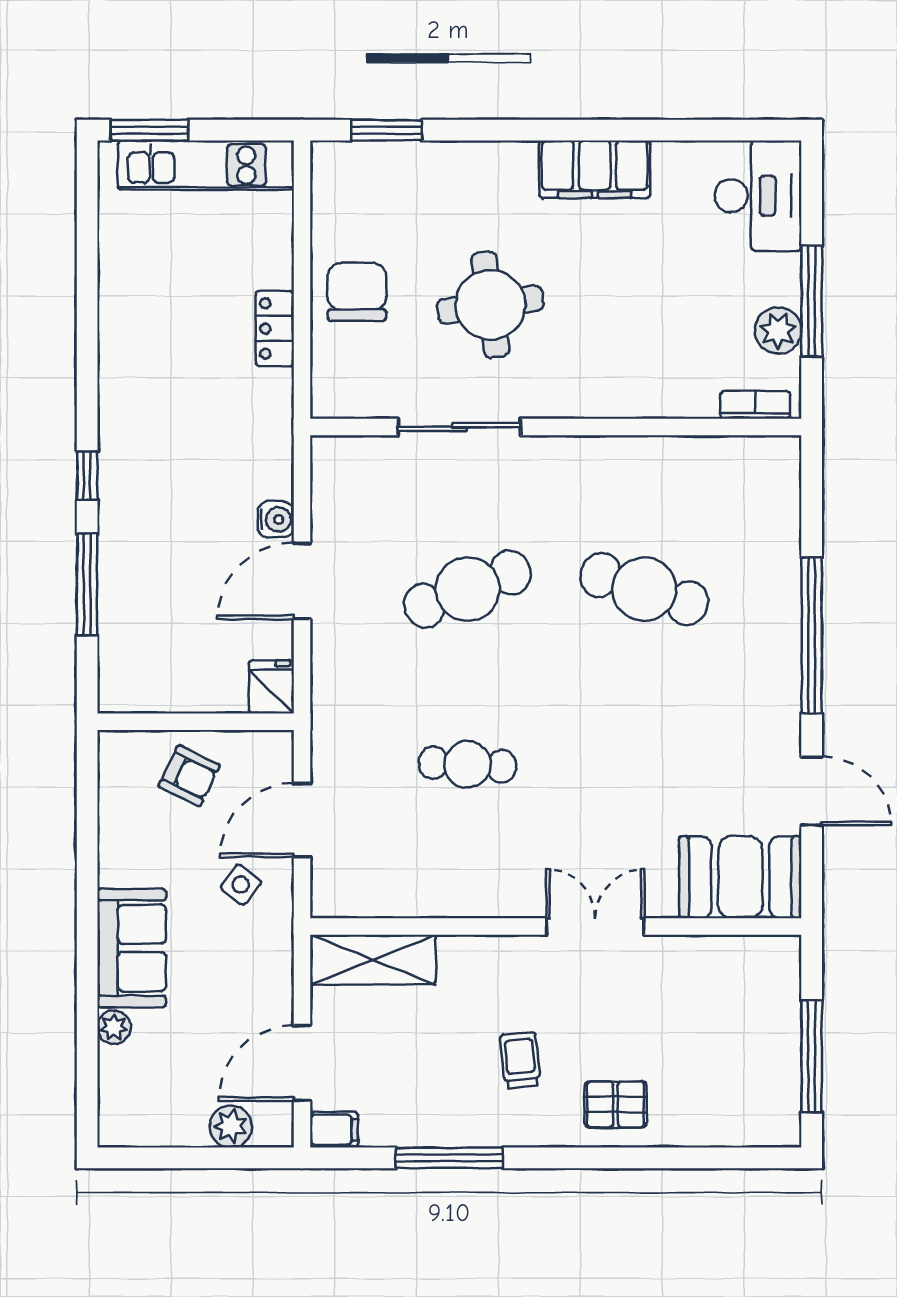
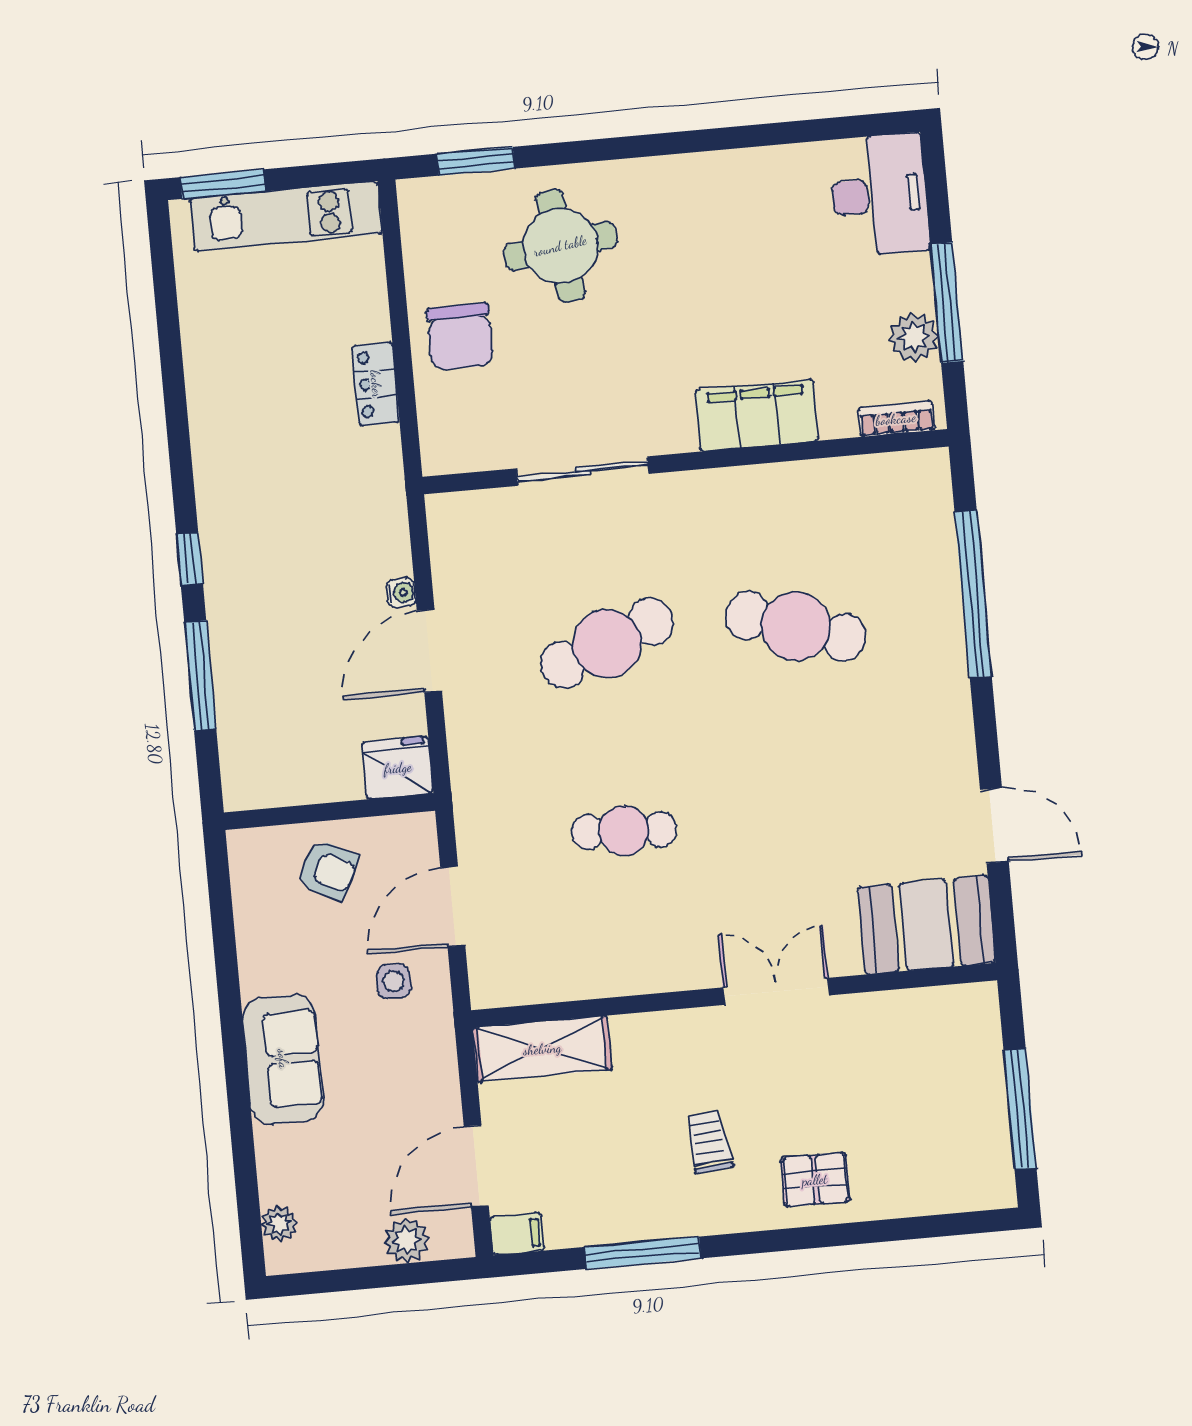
filing cabinet: (595, 169) -> (757, 415), moved, turned 180
chair: (357, 292) -> (460, 337), turned 180
round table: (490, 305) -> (560, 246), moved
water cooler: (276, 519) -> (401, 593), width x0.72, depth x0.72
window: (812, 635) -> (973, 594), moved
fridge: (271, 687) -> (398, 768), width x1.38
side table: (241, 885) -> (394, 981), turned -38
plant: (114, 1027) -> (279, 1224), moved

